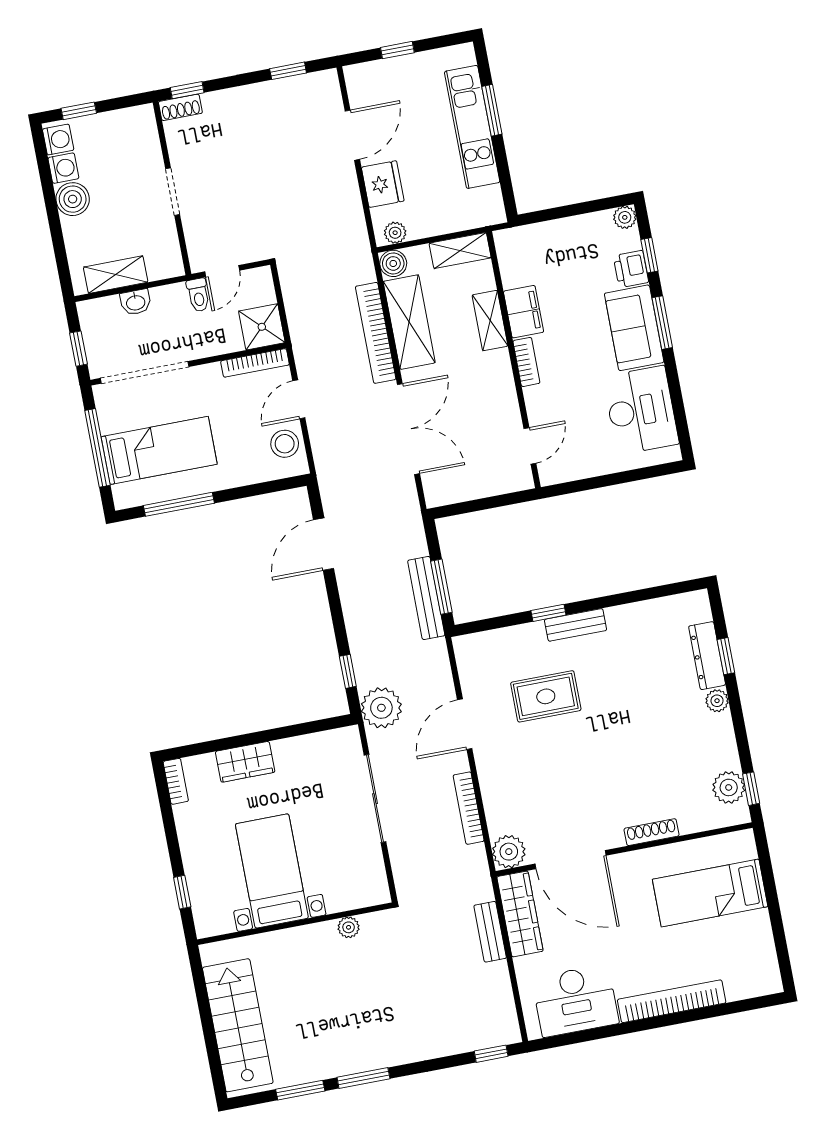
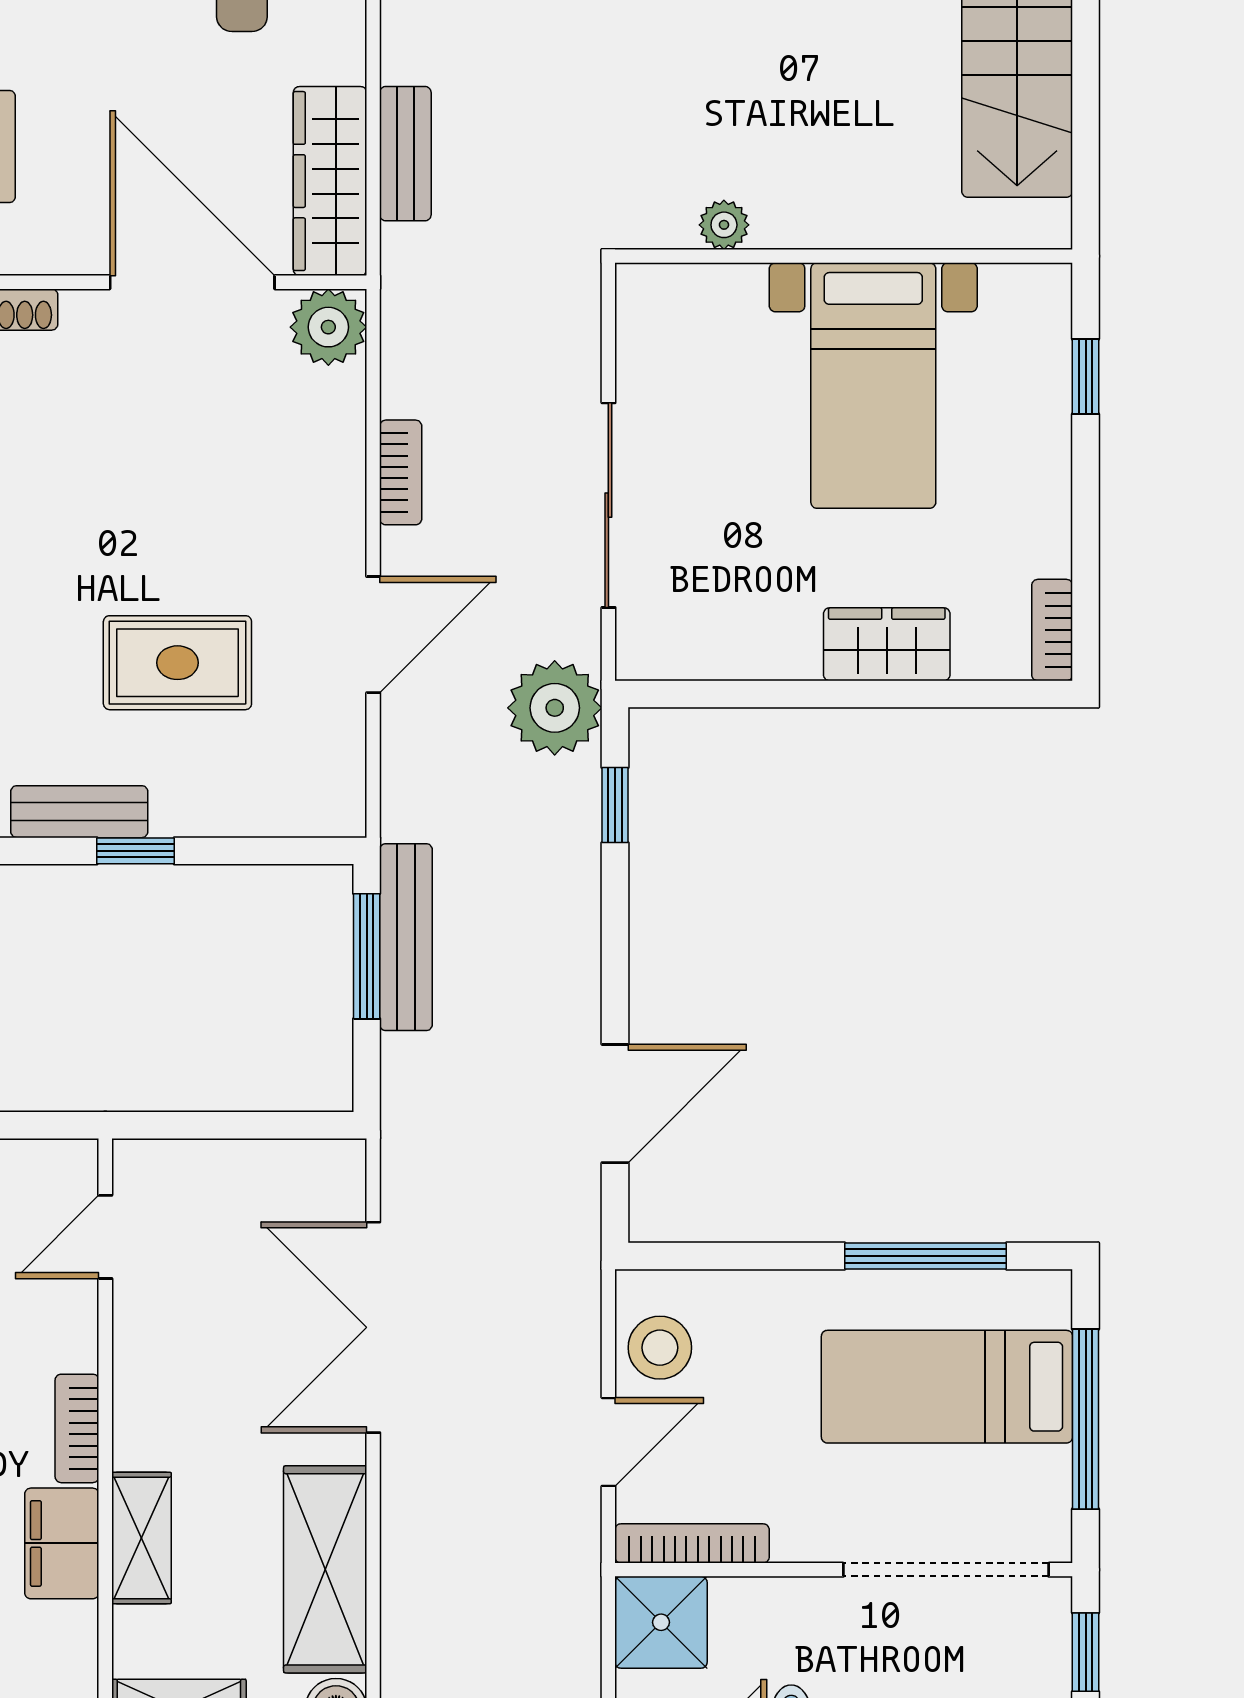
bookcase: (376, 333) -> (406, 1559), removed
bookcase: (469, 808) -> (401, 472), width x0.64

